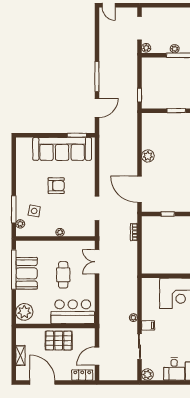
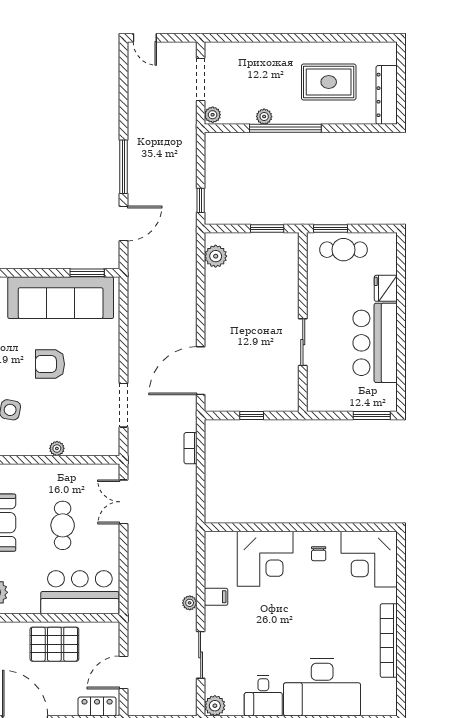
plant: (148, 156) -> (216, 256), moved
armchair: (56, 186) -> (50, 364), turned 180
door: (140, 189) -> (201, 371), hinge flipped
filing cabinet: (148, 325) -> (216, 597), moved

